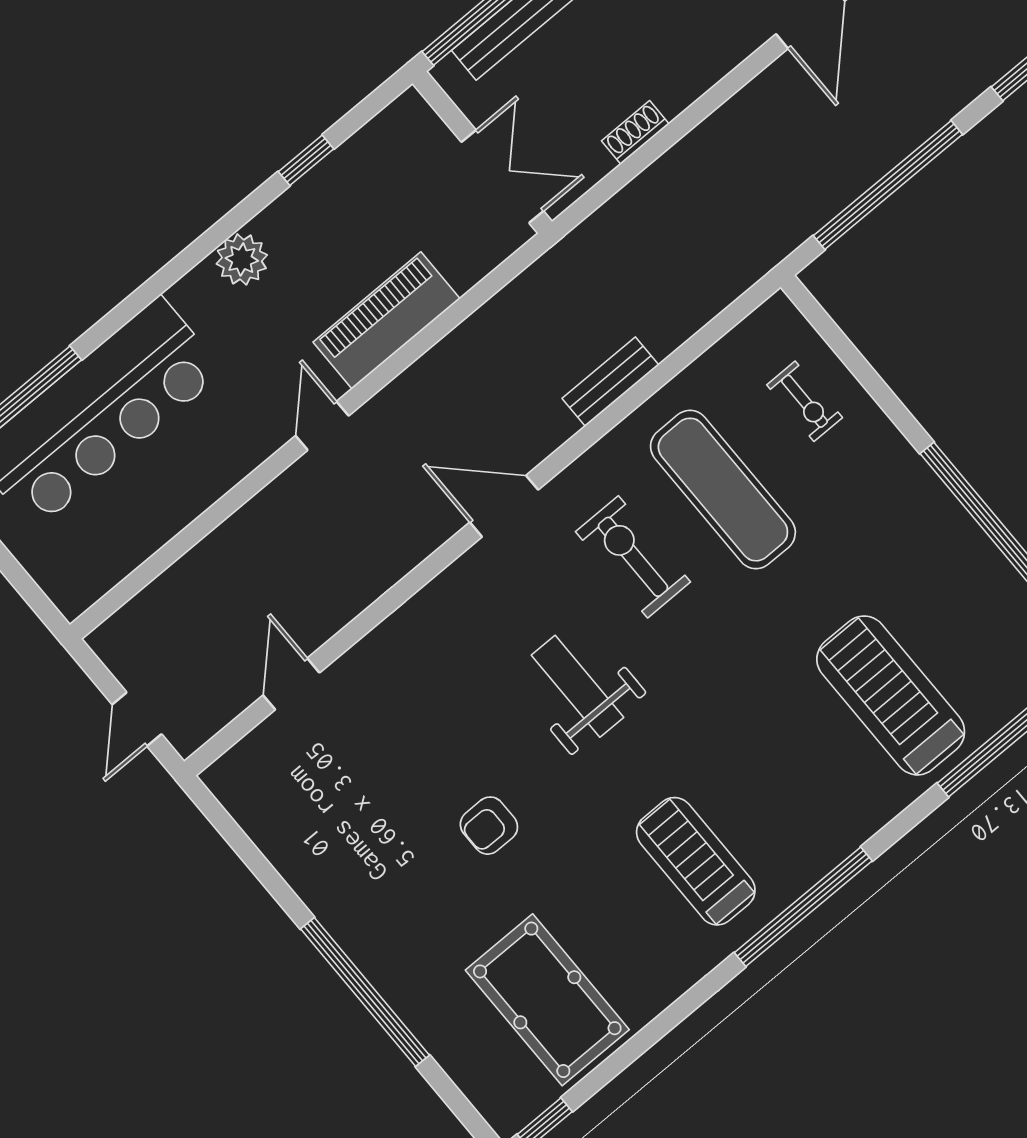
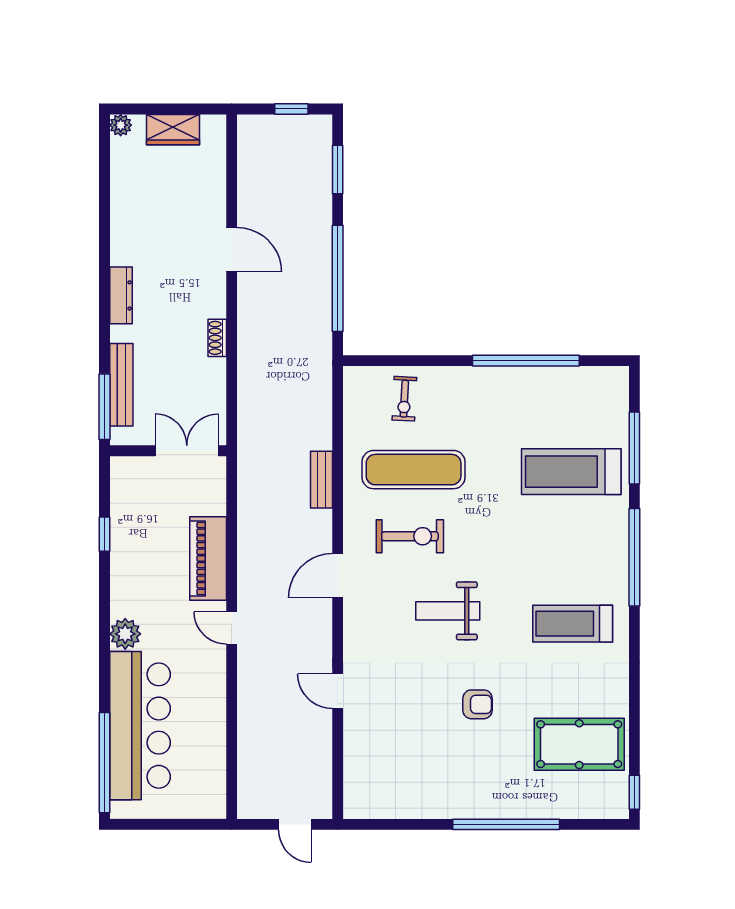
shoe rack: (635, 132) -> (217, 338), moved
plant: (242, 259) -> (125, 634), moved
exercise bike: (805, 401) -> (404, 399), turned 93
exercise bike: (633, 557) -> (410, 536), turned 180
door: (291, 684) -> (338, 691), moved
armchair: (489, 826) -> (478, 704), turned -90
window: (803, 907) -> (634, 557), moved

